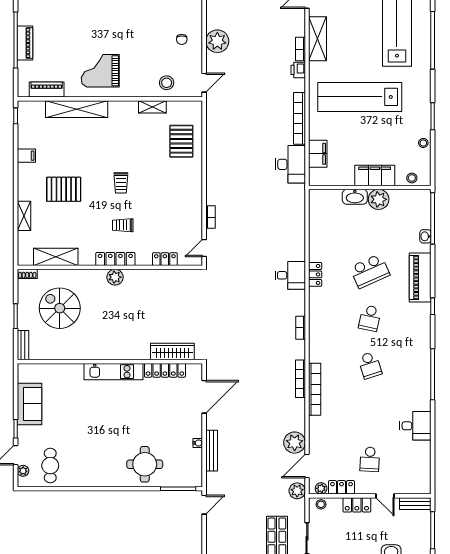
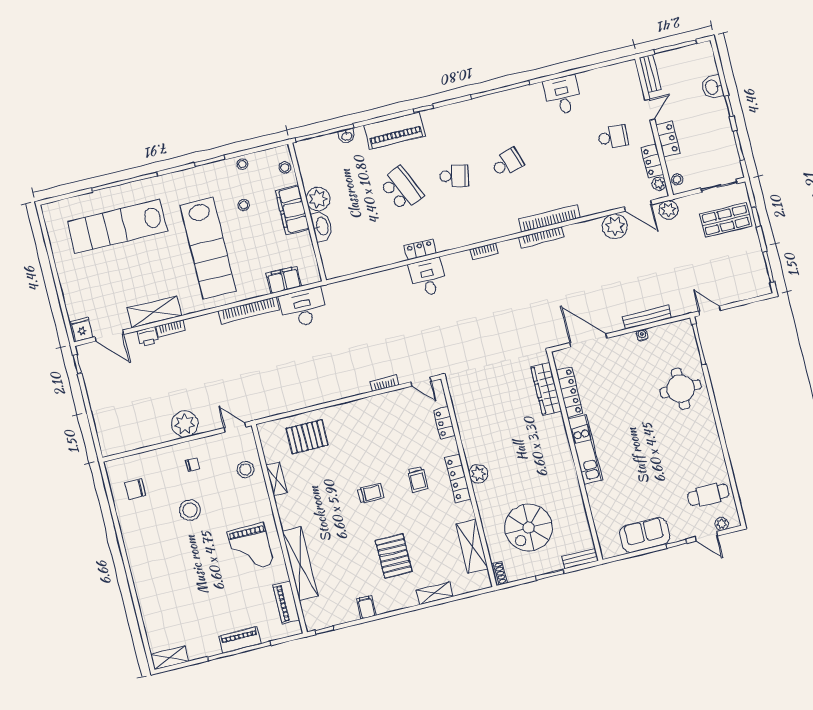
stool: (144, 28) -> (190, 510), added
printer: (298, 70) -> (148, 337), moved
stool: (389, 136) -> (244, 205), added

